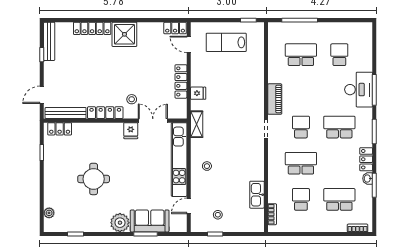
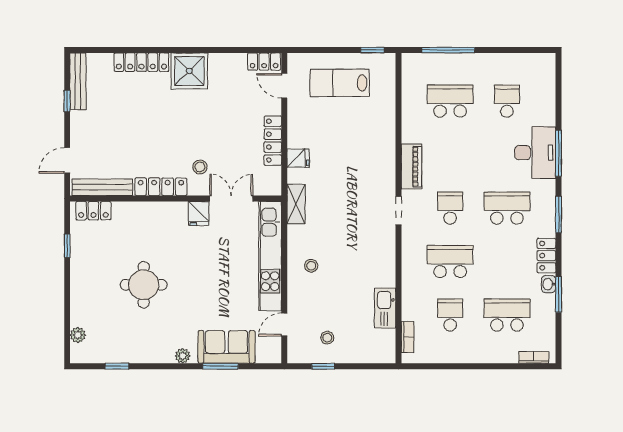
plant: (120, 223) -> (183, 356), width x0.53, depth x0.53

